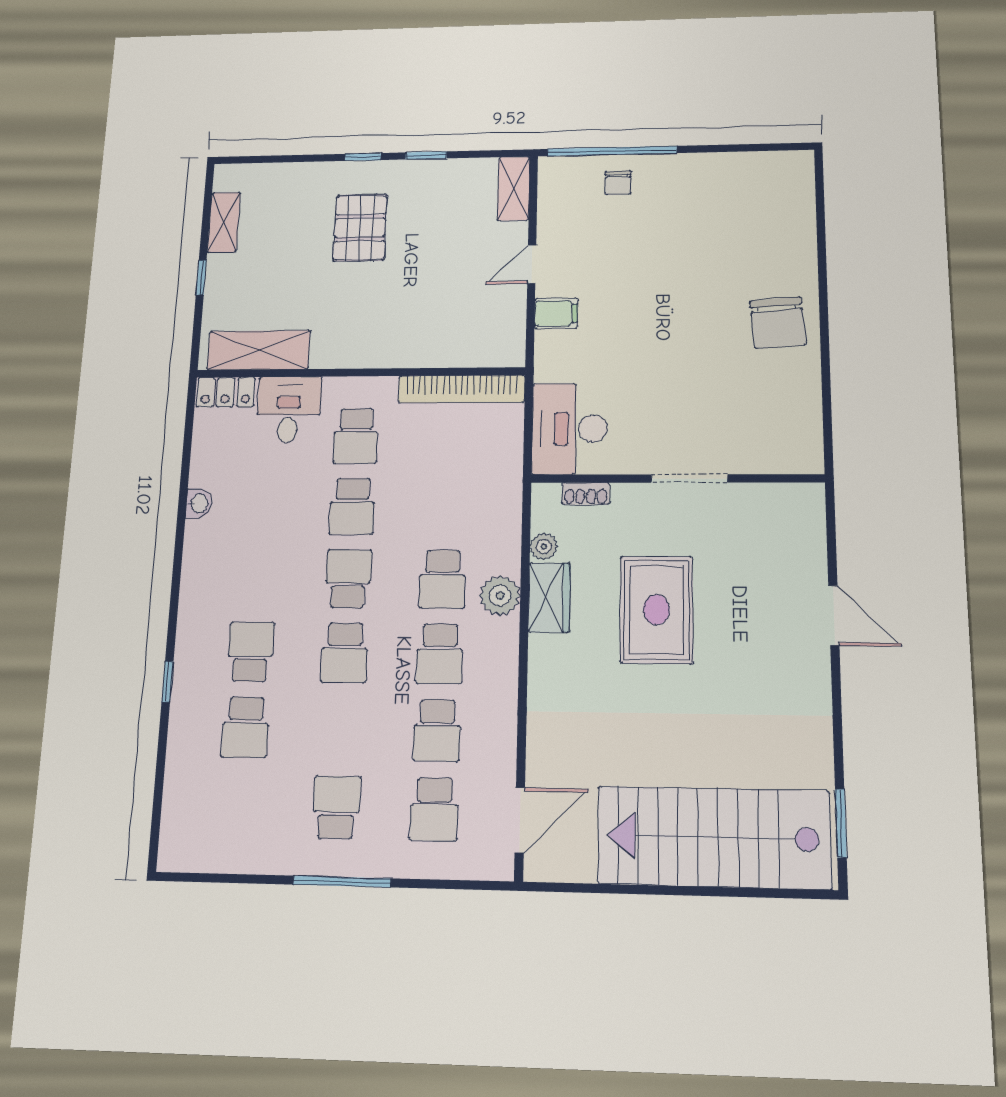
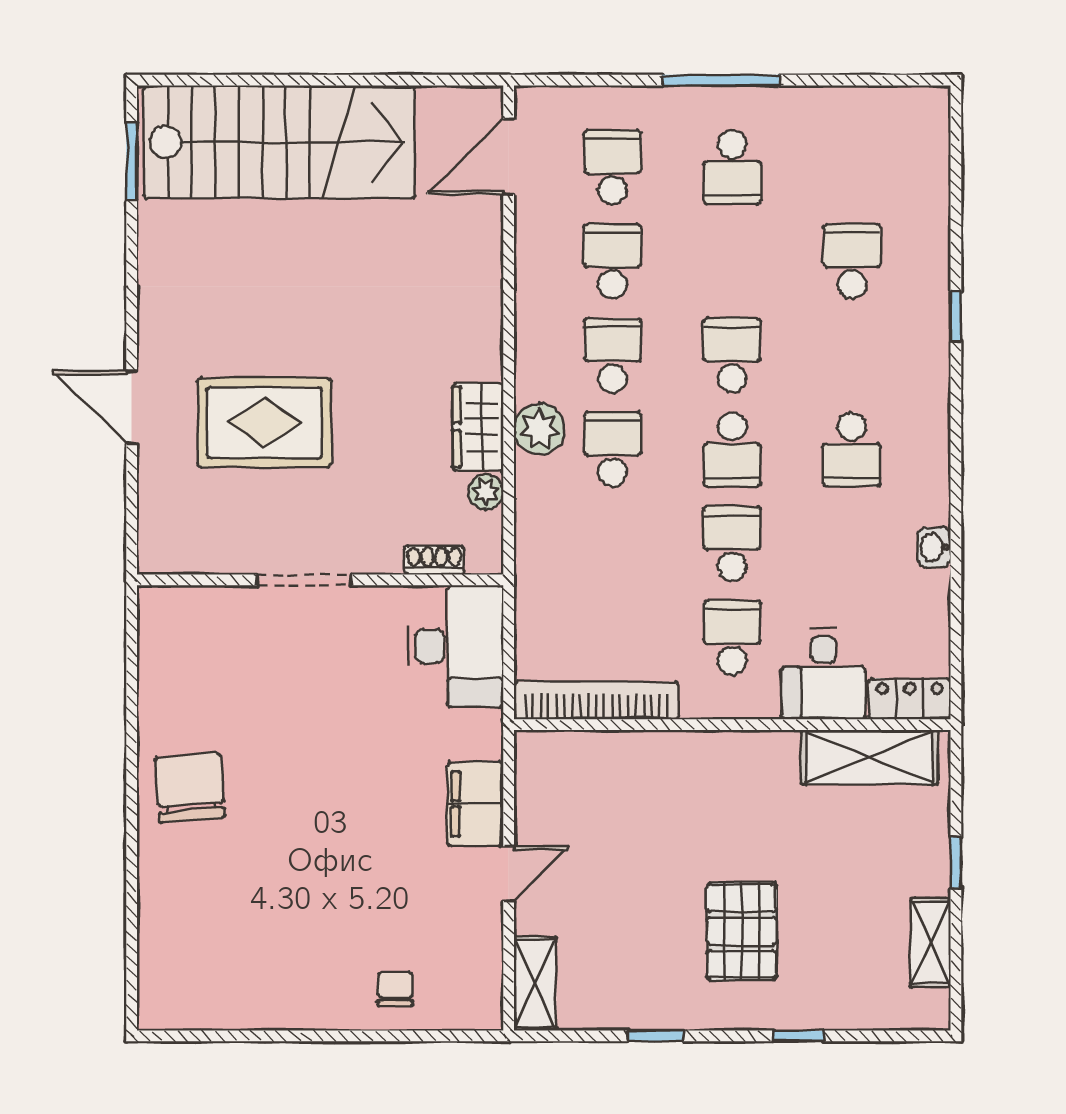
window: (612, 151) -> (404, 1036), removed
window: (363, 157) -> (799, 1036), moved
filing cabinet: (556, 313) -> (475, 804), width x2.00
rug: (656, 610) -> (264, 423), moved, turned 90
school desk: (251, 652) -> (852, 449), moved

